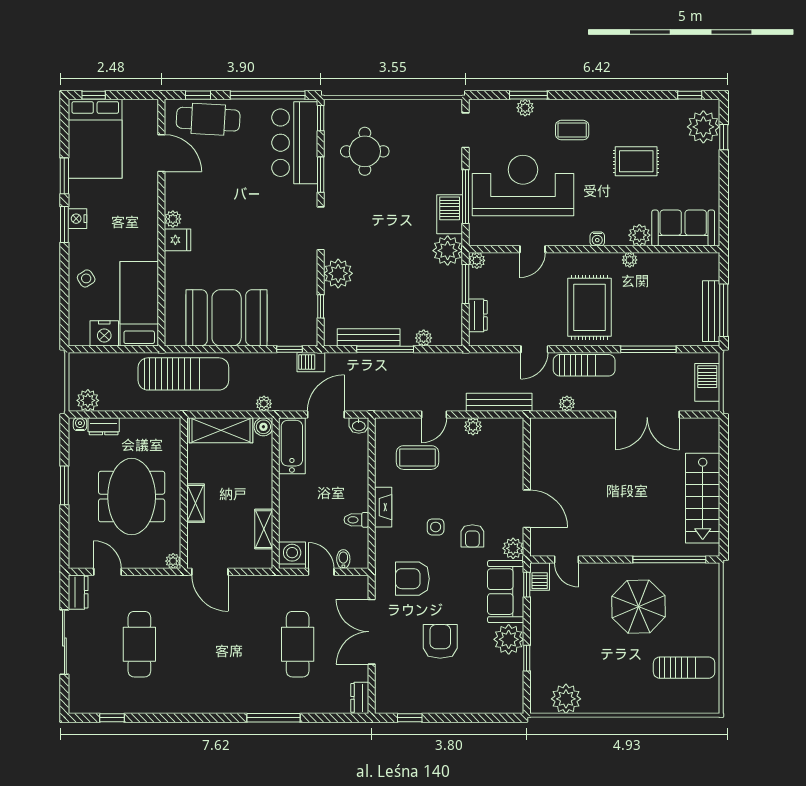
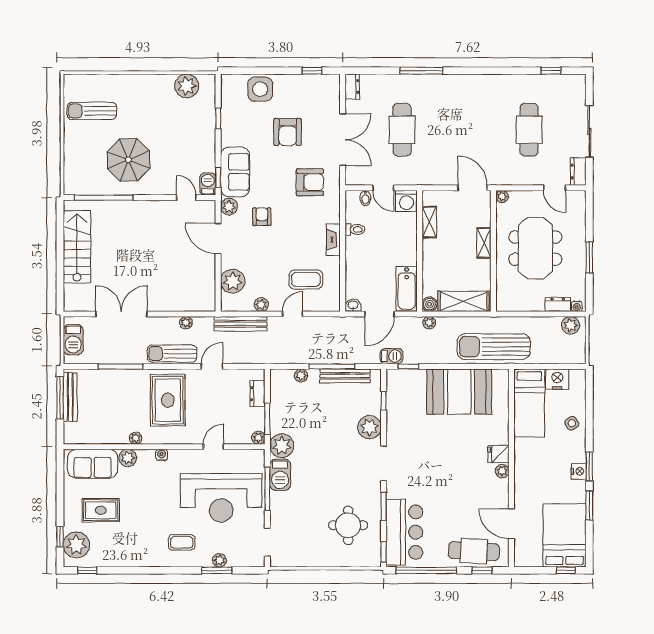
rug: (636, 161) -> (101, 510), moved
side table: (436, 527) -> (260, 89), moved, width x1.87, depth x1.87
plant: (509, 639) -> (233, 281), moved

